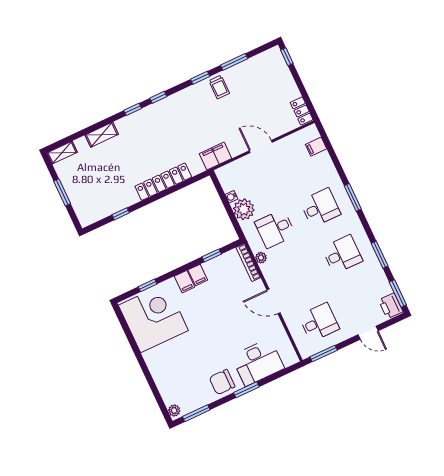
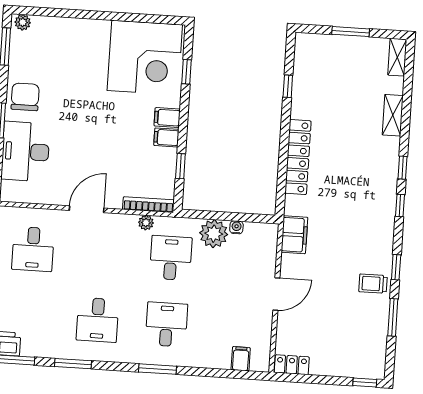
desk: (320, 208) -> (166, 324), turned 180

